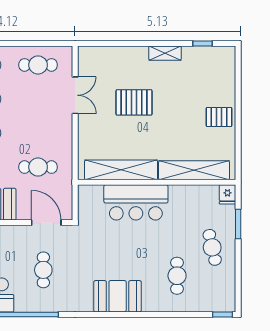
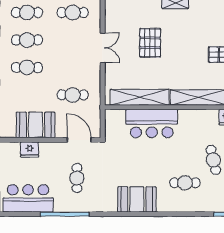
double door: (75, 95) -> (103, 48), moved
pallet: (134, 102) -> (150, 43), turned 90
cafe table: (177, 276) -> (185, 183), turned 90

